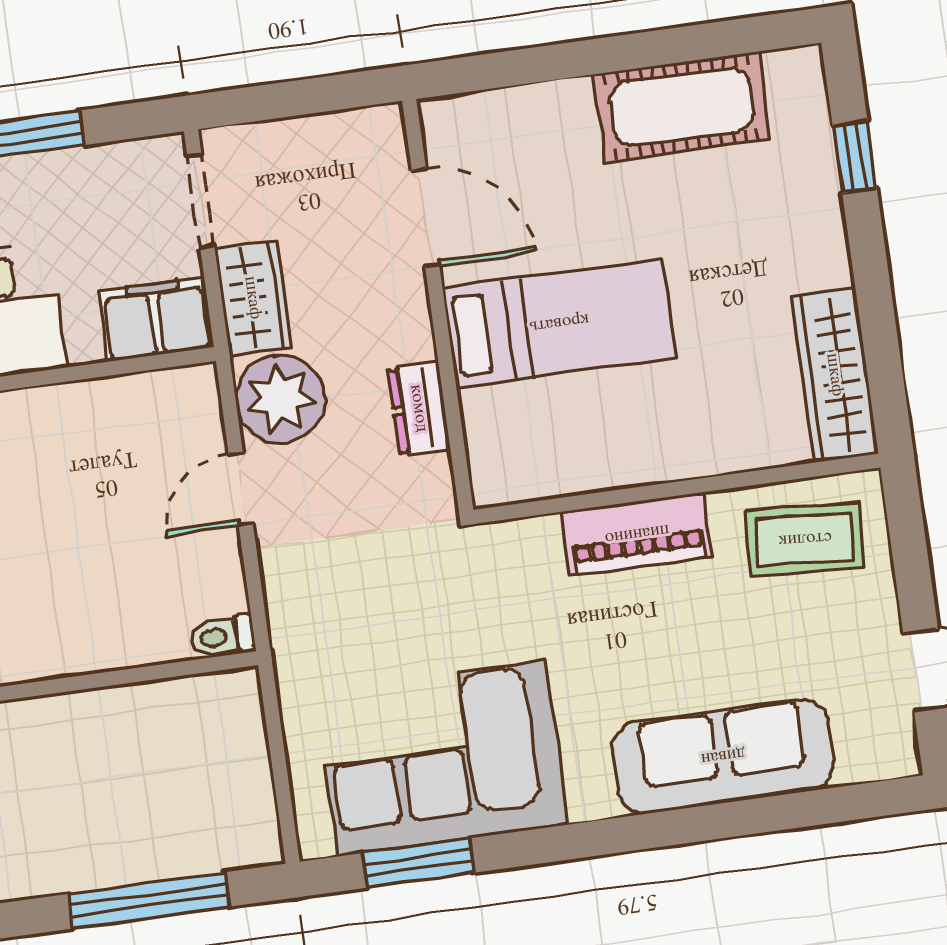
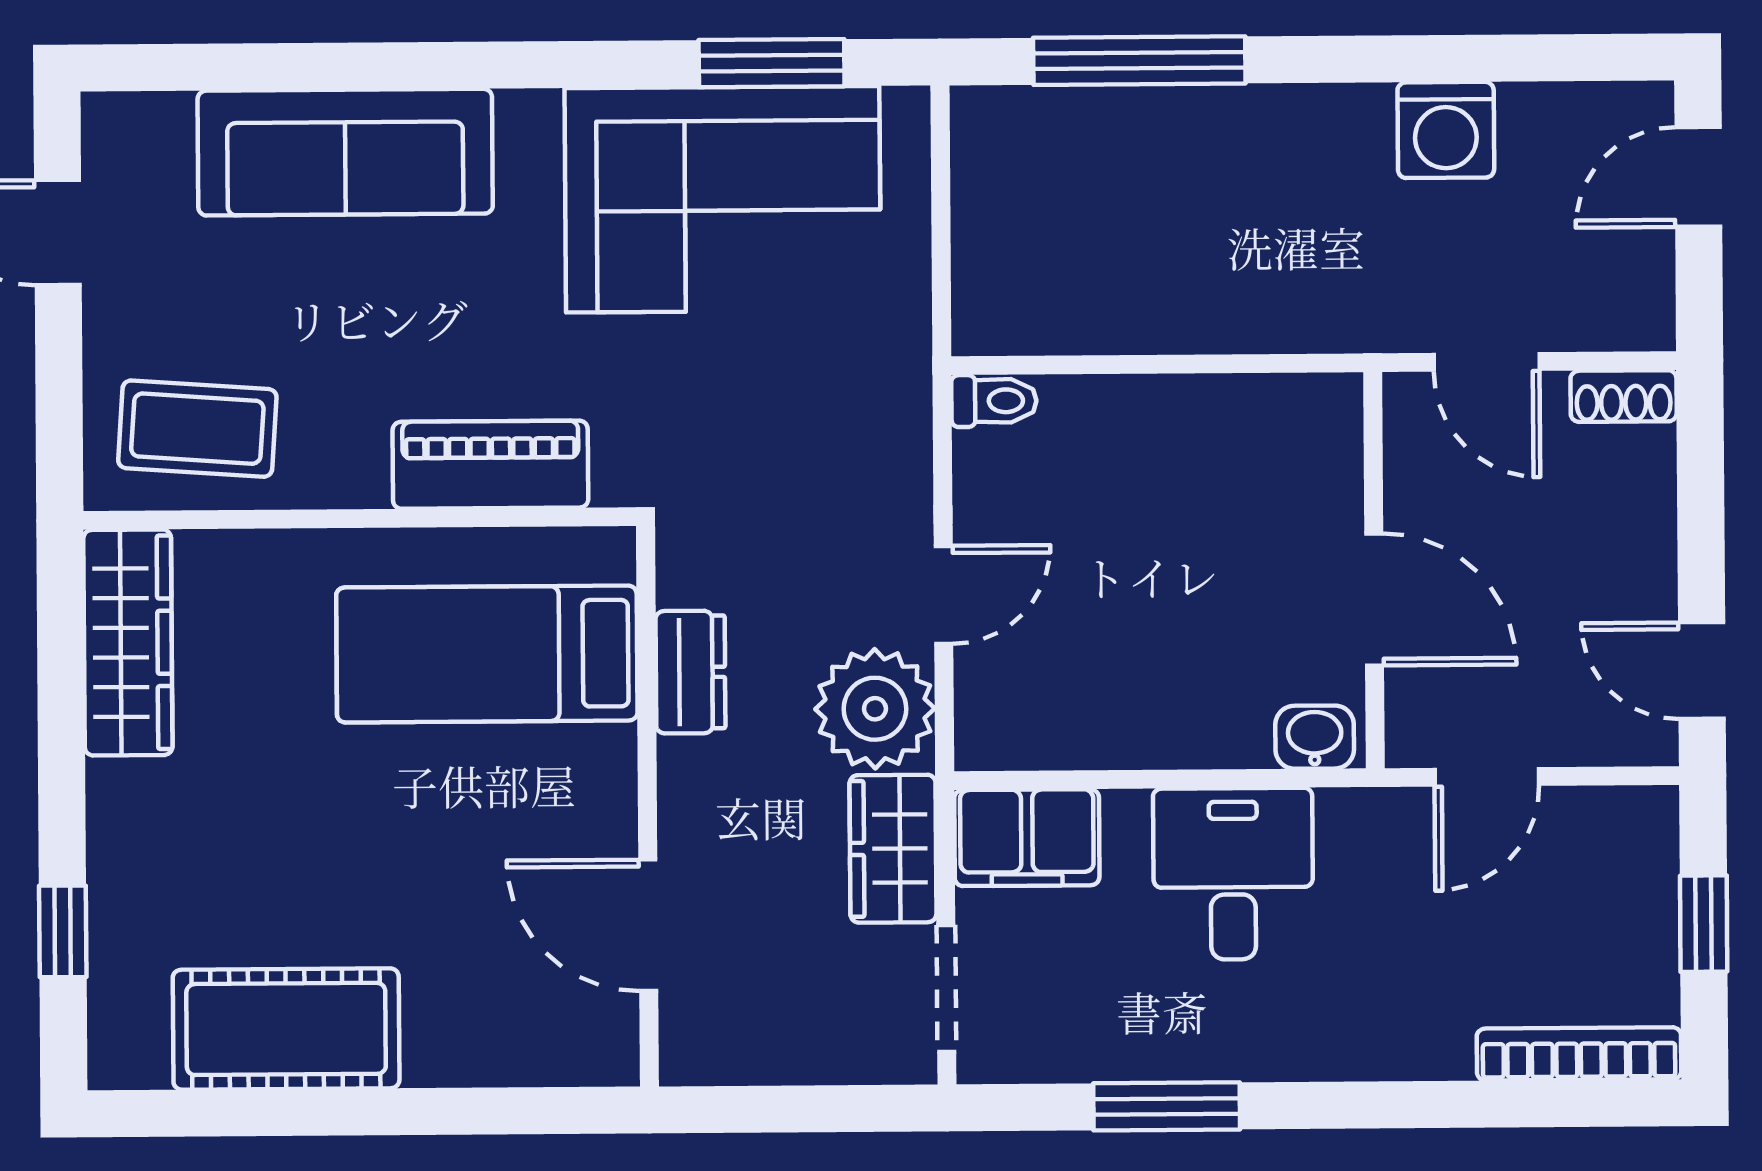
bed: (559, 323) -> (487, 654), moved
piano: (637, 534) -> (490, 465), moved

